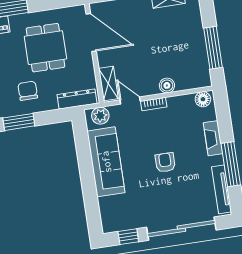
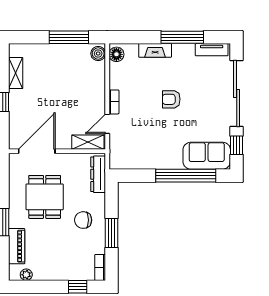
dining table: (45, 48) -> (45, 197), turned 90
boiler: (167, 85) -> (98, 54), moved
plant: (100, 116) -> (117, 154), removed
sofa: (106, 162) -> (207, 156), moved, width x0.73
window: (89, 189) -> (186, 176), added
tv unit: (221, 189) -> (212, 50), width x0.71

